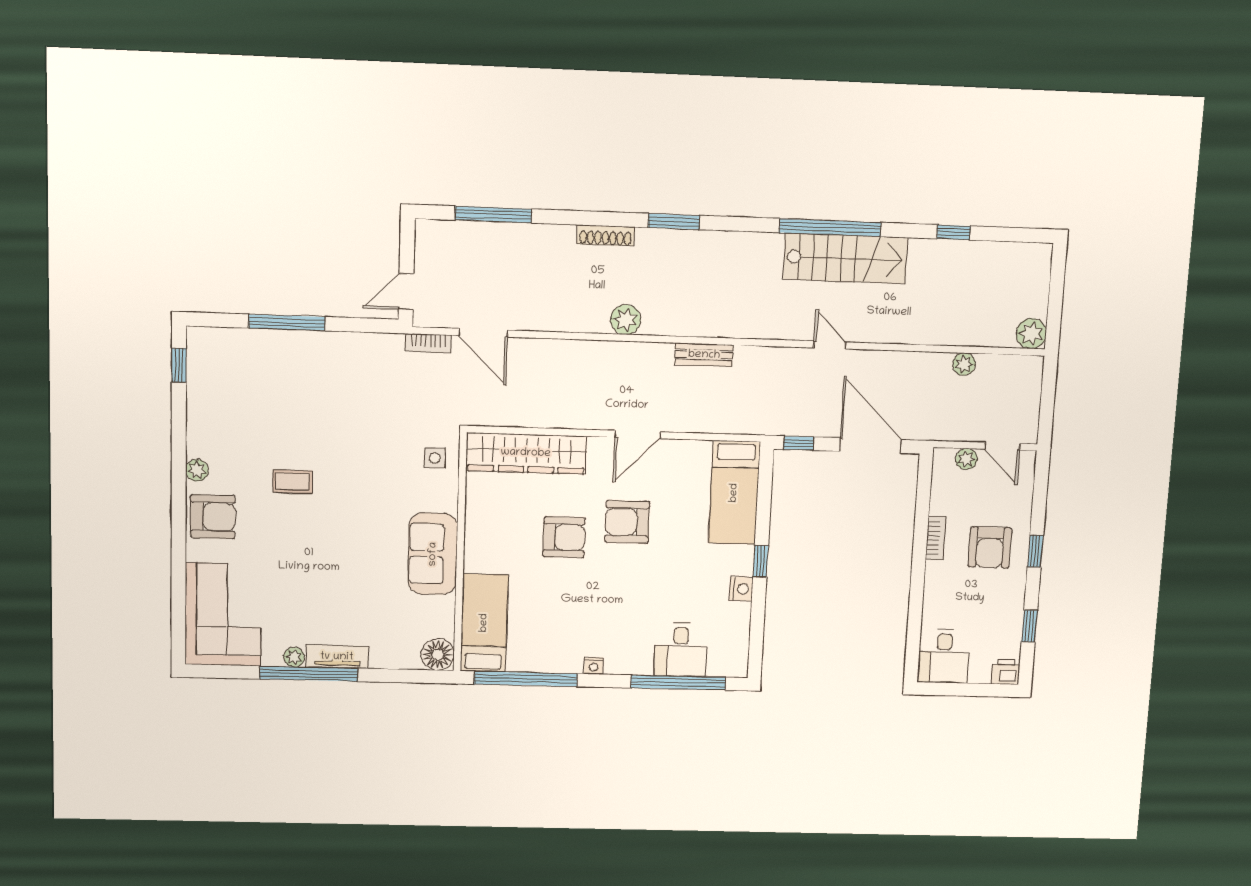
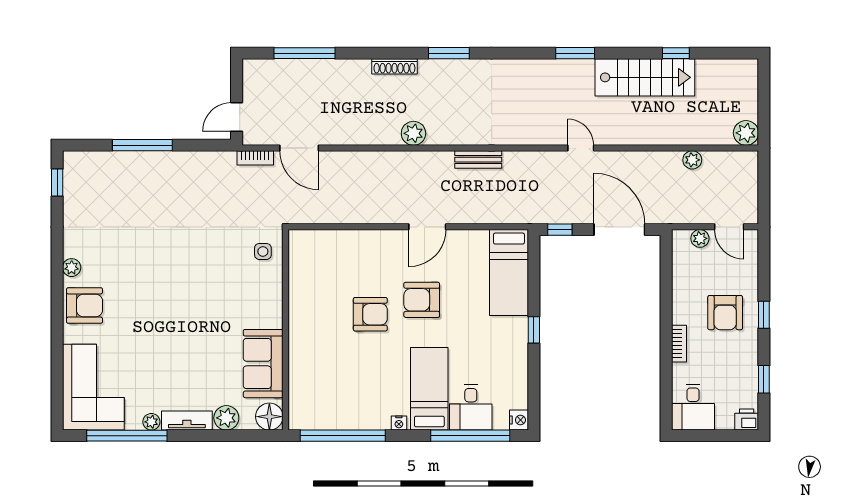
window: (830, 228) -> (575, 53), width x0.47
stairs: (845, 258) -> (645, 77), moved
wardrobe: (526, 453) -> (337, 245), removed
coffee table: (293, 482) -> (148, 275), removed
bookcase: (936, 538) -> (679, 344), moved
sofa: (433, 554) -> (263, 364), moved
nightstand: (741, 589) -> (519, 420), moved
bed: (484, 623) -> (429, 389), moved
plant: (385, 655) -> (226, 418), added
window: (309, 674) -> (127, 436), moved

